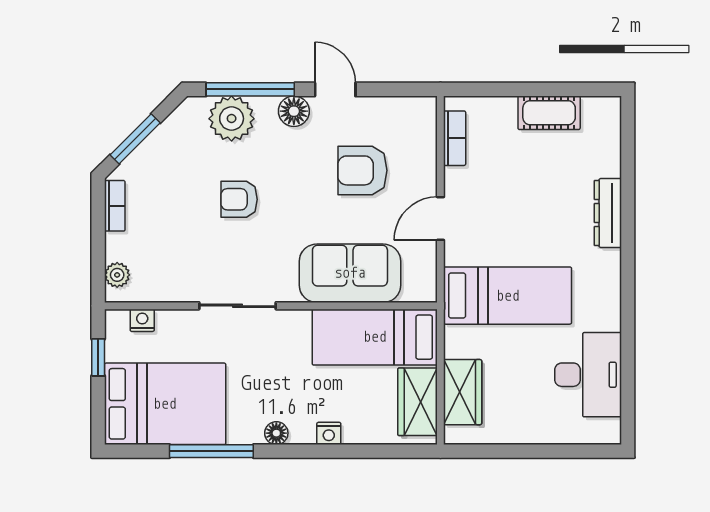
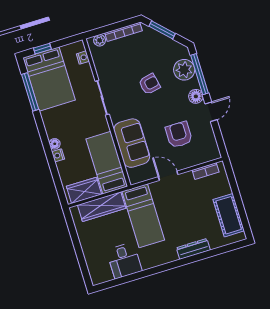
cot: (549, 113) -> (229, 215), width x1.37, depth x1.34
armchair: (239, 199) -> (149, 84), turned 78
bookcase: (115, 206) -> (123, 32), width x1.56
window: (98, 357) -> (42, 49), moved
desk: (588, 375) -> (124, 261), width x0.73
wardrobe: (463, 392) -> (102, 207), width x1.50
floor lamp: (276, 433) -> (55, 144), moved
window: (211, 451) -> (30, 92), moved

